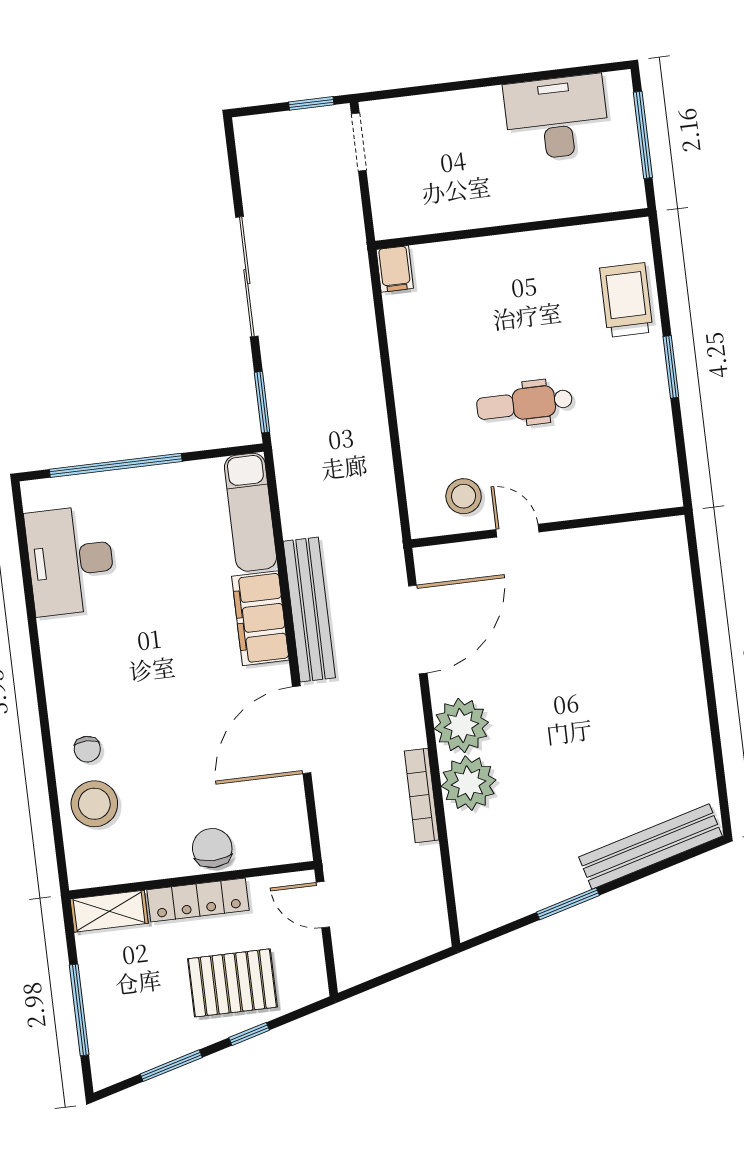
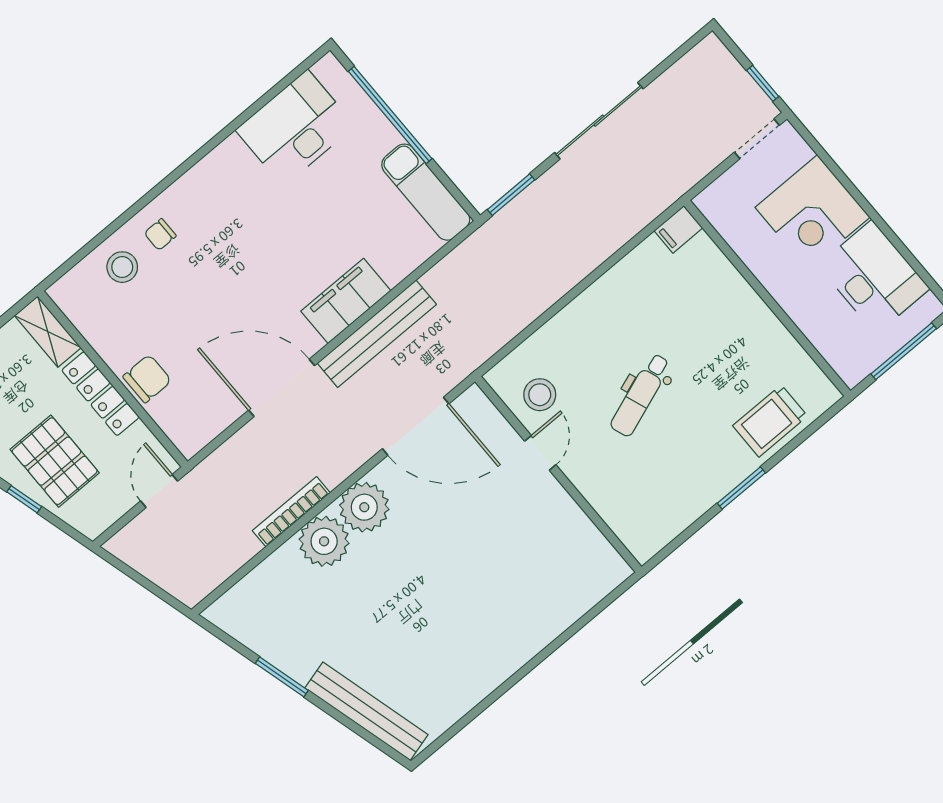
corner desk: (460, 135) -> (813, 212), added
trolley: (626, 300) -> (770, 421), turned 180
dental chair: (524, 404) -> (640, 395), turned -110
exam couch: (250, 512) -> (426, 192), moved, turned -90
stool: (94, 804) -> (122, 267), width x0.73, depth x0.73

